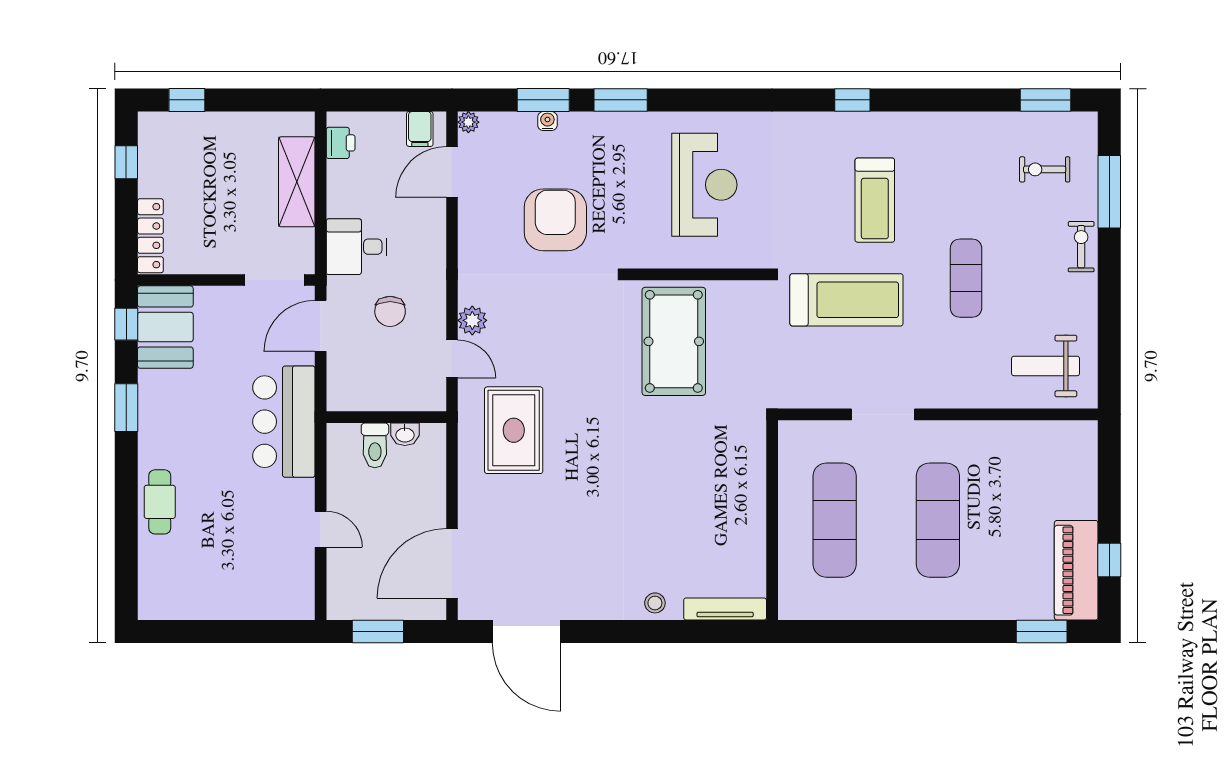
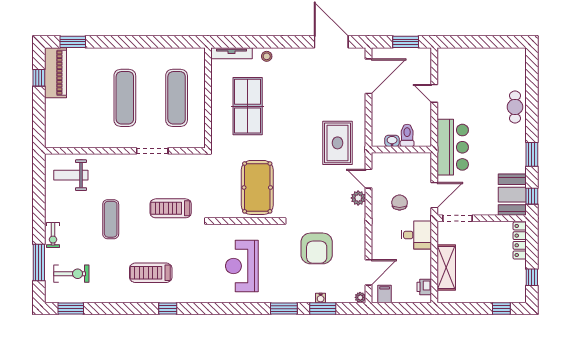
exercise bike: (1045, 169) -> (71, 274), width x1.38, depth x1.39
treadmill: (875, 200) -> (151, 273), moved, turned -90
treadmill: (846, 300) -> (171, 208), width x0.73, depth x0.73
weight bench: (1046, 366) -> (71, 175), turned 180
table tennis table: (693, 503) -> (248, 106), added

